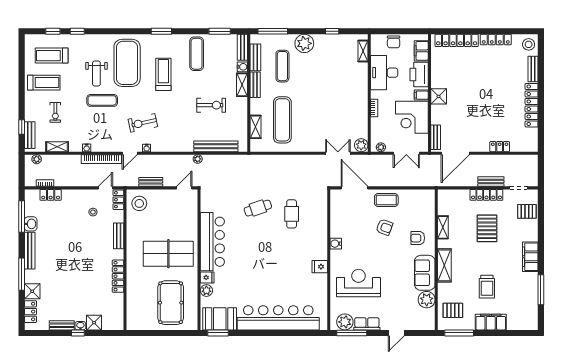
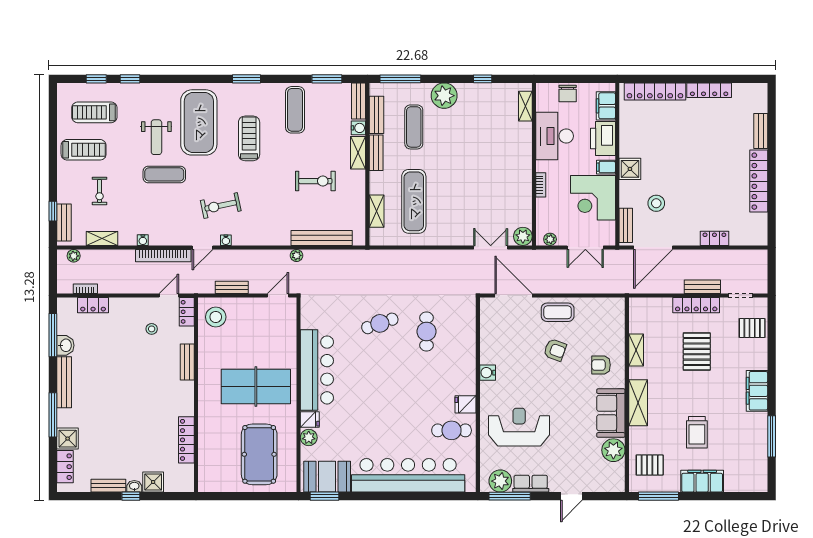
stool: (529, 44) -> (656, 203), moved
locker: (118, 276) -> (186, 440), moved
cafe table: (310, 285) -> (452, 430), added

